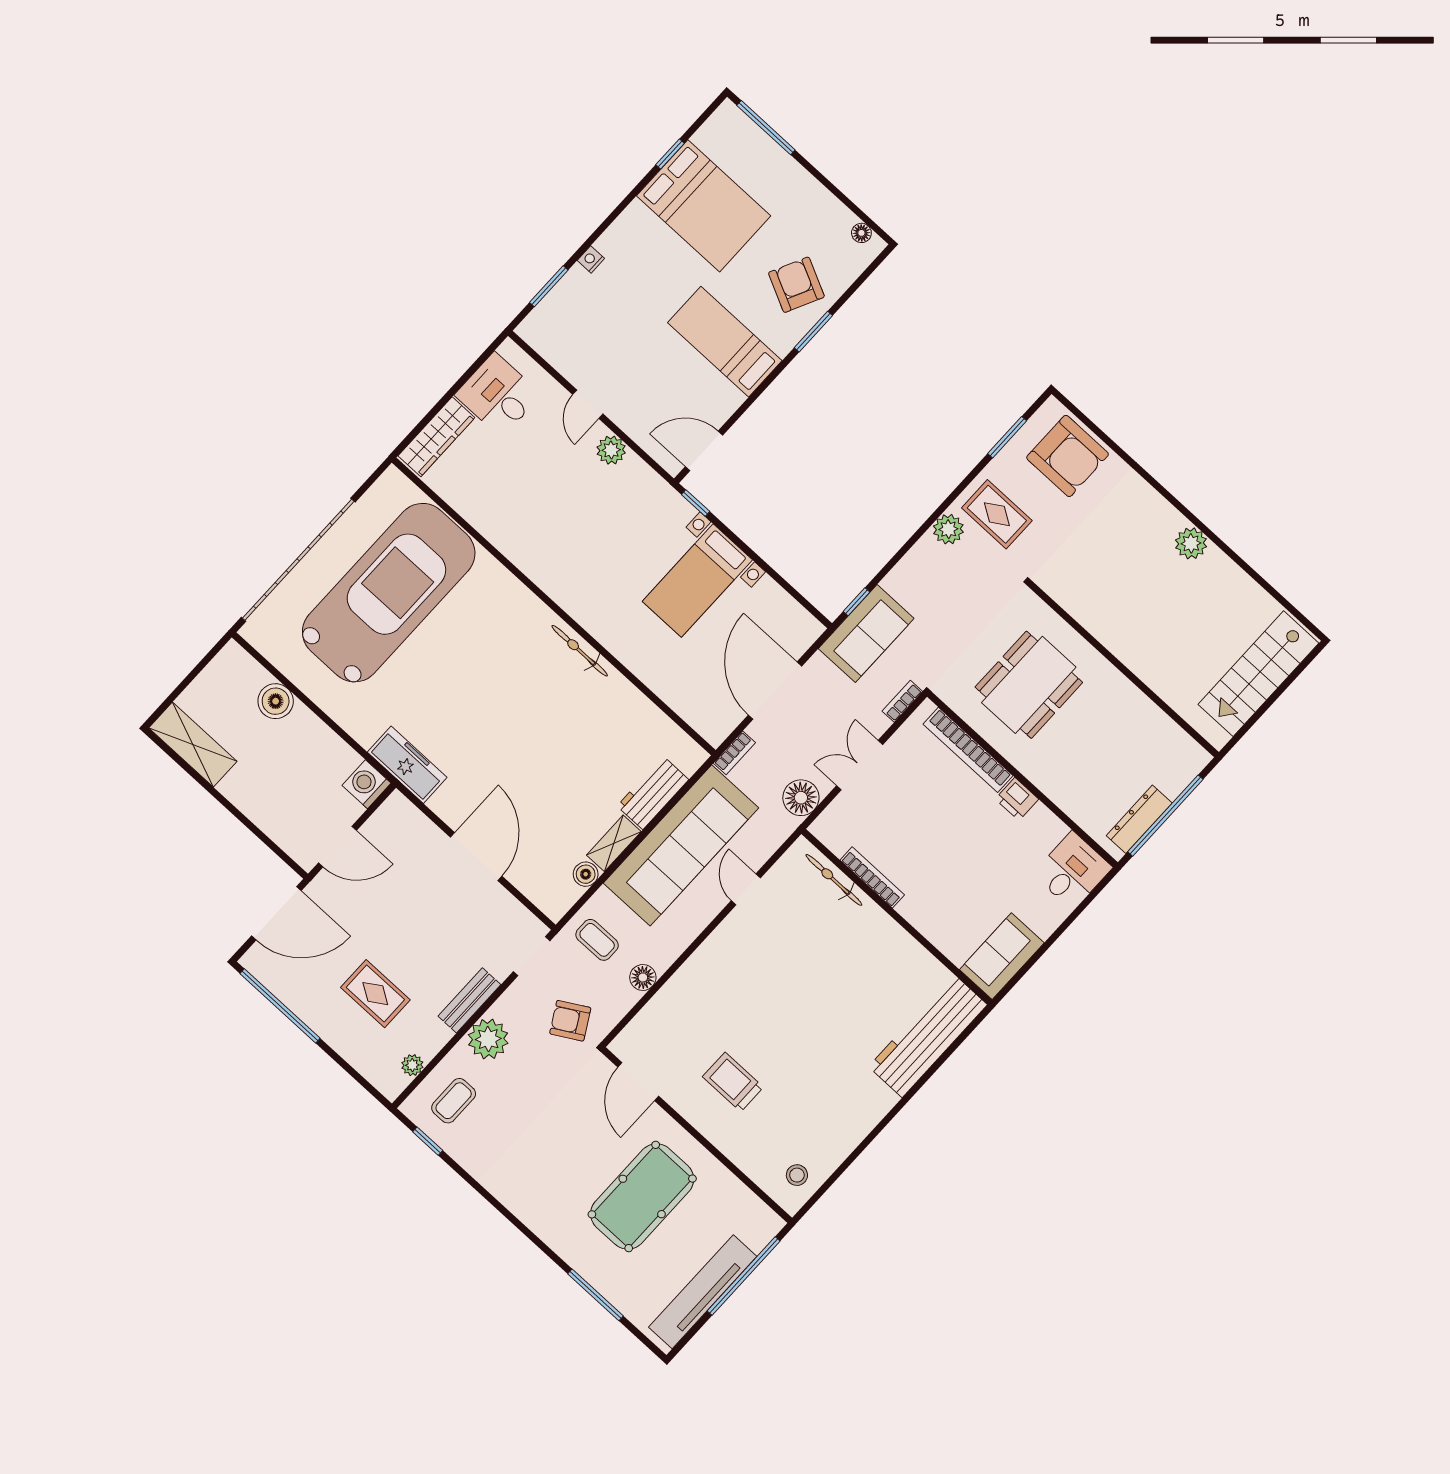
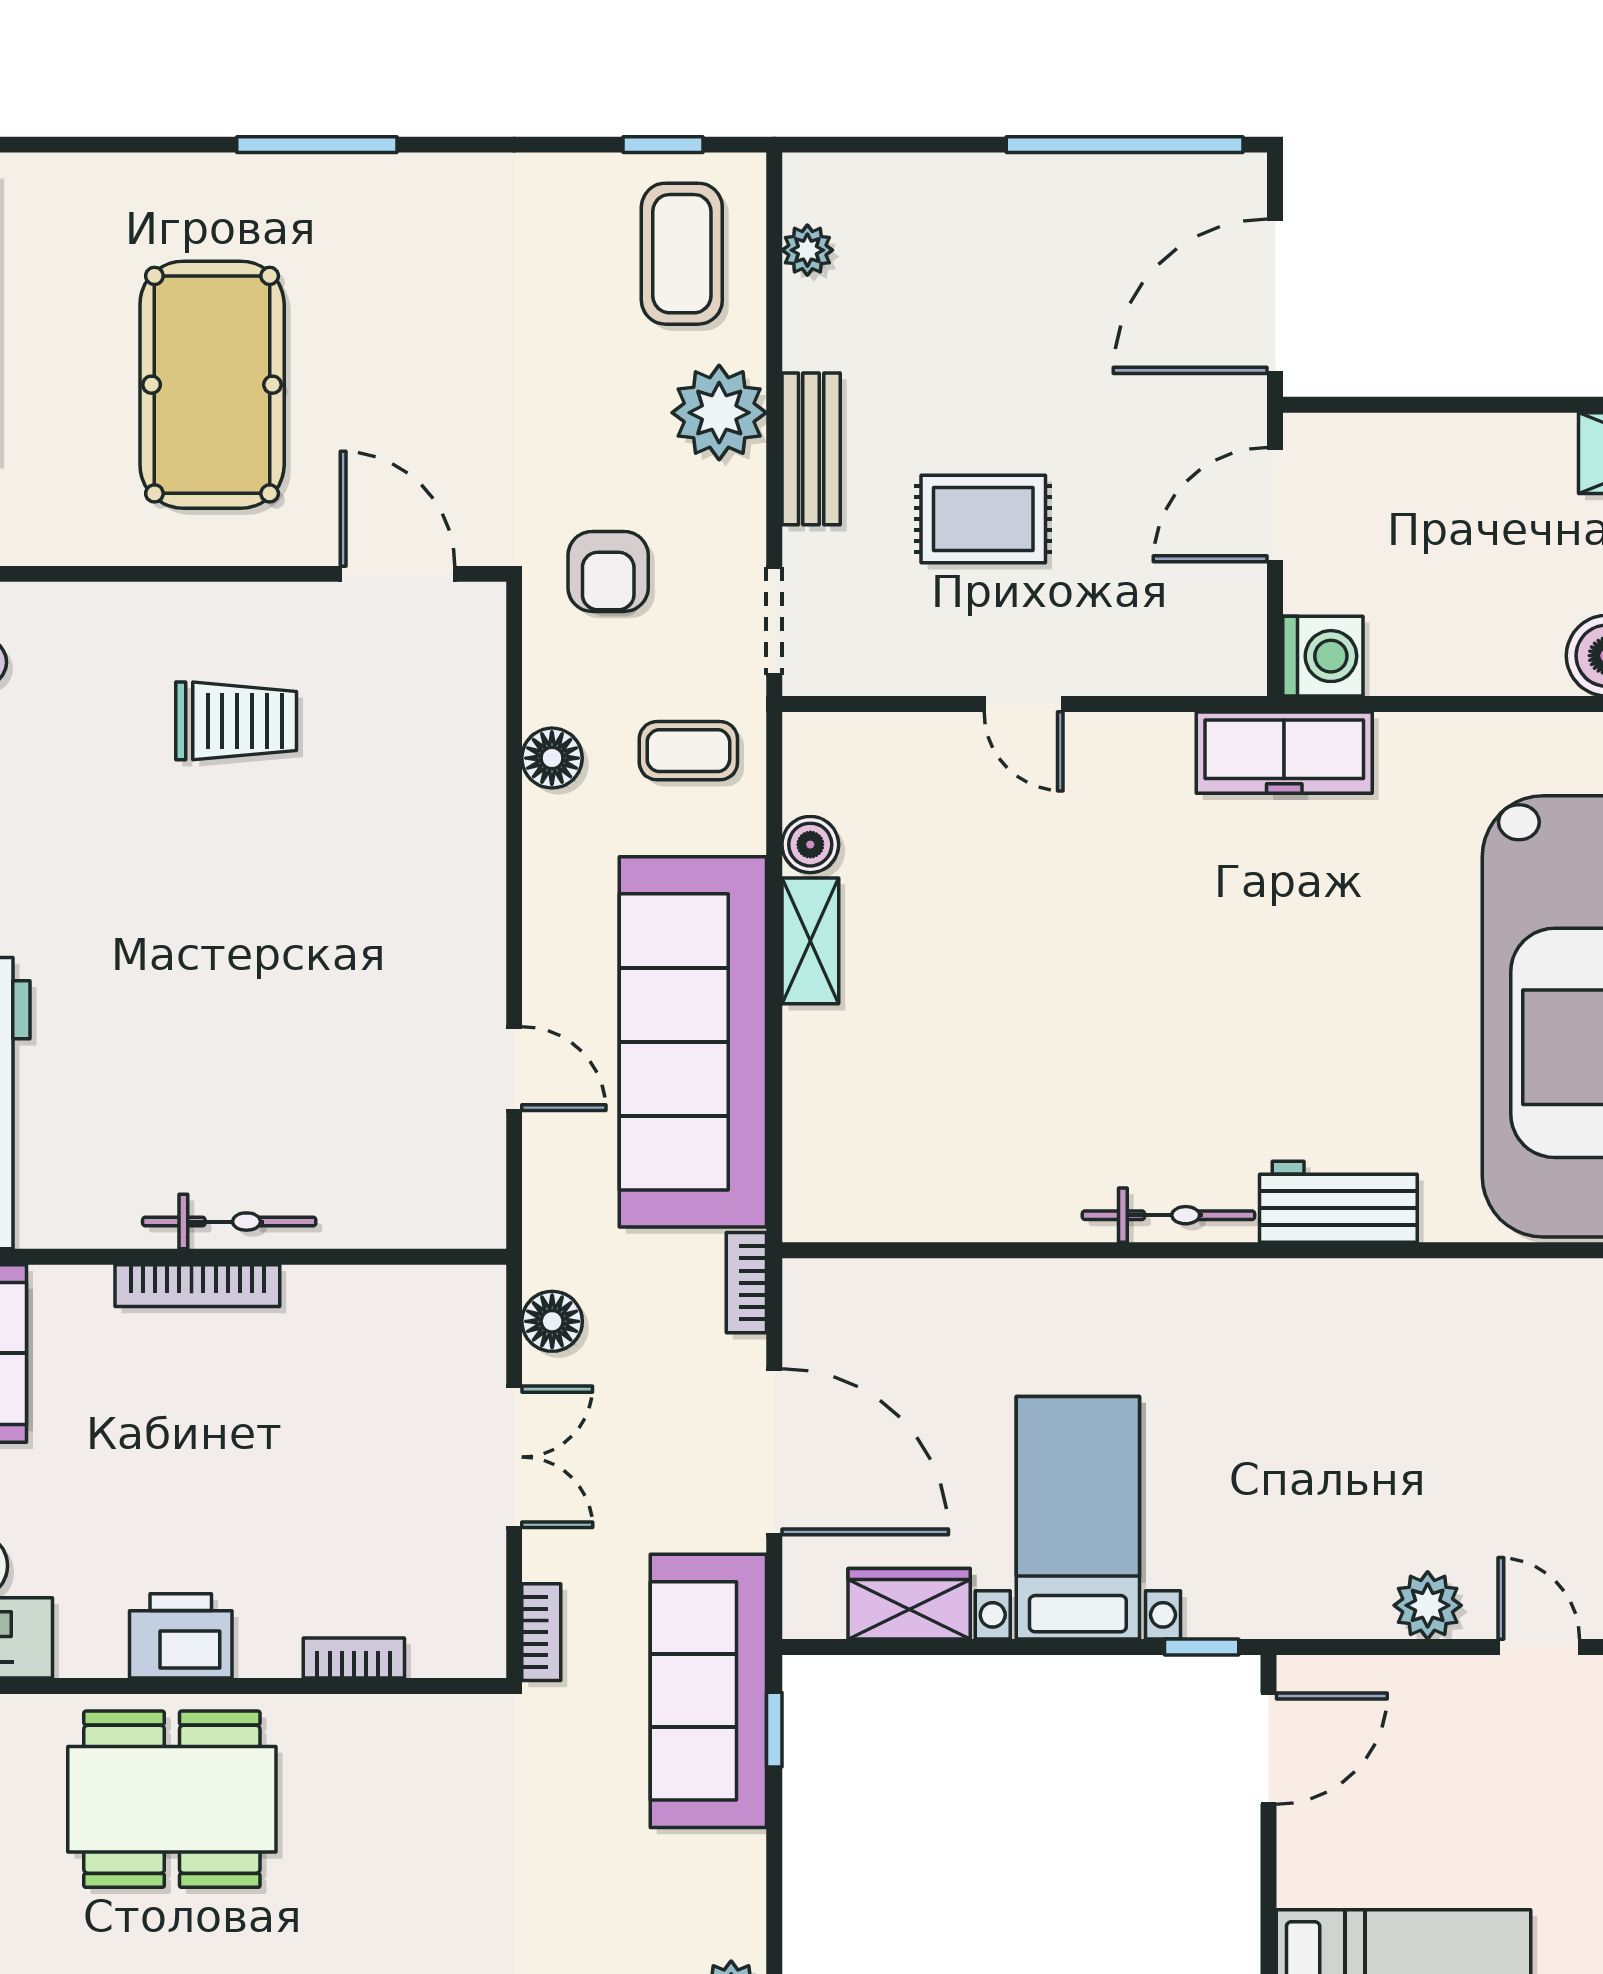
wardrobe: (776, 602) -> (909, 1604), added
sofa: (866, 633) -> (708, 1691), width x1.36
dining table: (1029, 685) -> (172, 1799), moved, turned 90
bookcase: (968, 750) -> (354, 1658), width x0.43, depth x0.76
workbench: (653, 793) -> (1338, 1202), moved, turned -90
floor lamp: (801, 798) -> (552, 1321), width x0.73, depth x0.73
printer: (1017, 799) -> (181, 1636), width x1.36, depth x1.24
door: (476, 857) -> (1024, 704), width x0.53
bookcase: (872, 877) -> (197, 1286), moved
bicycle: (834, 880) -> (229, 1222), moved
rug: (375, 994) -> (983, 519), moved
armchair: (570, 1021) -> (608, 571), turned 120
coffee table: (454, 1101) -> (682, 254), width x1.36, depth x1.30
window: (596, 1295) -> (317, 145), moved

